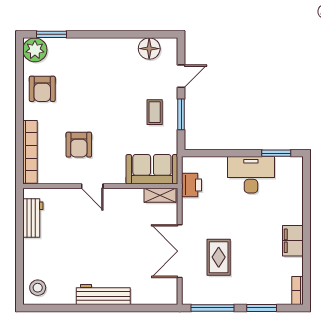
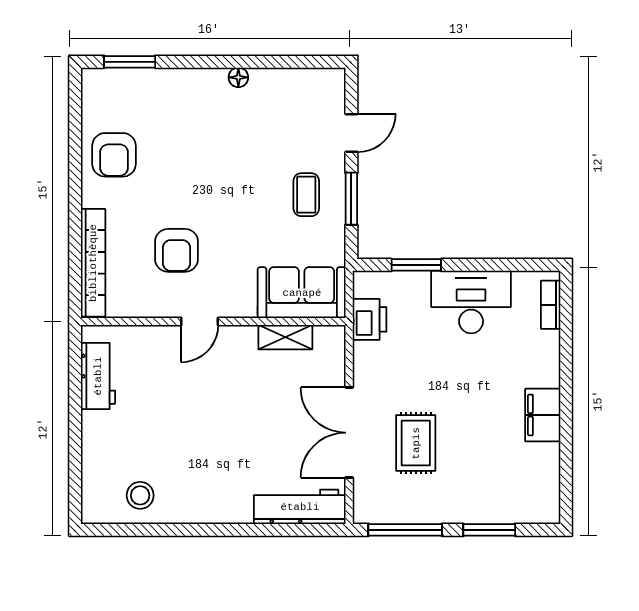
floor lamp: (149, 49) -> (238, 77), moved, width x0.53, depth x0.53
plant: (35, 50) -> (101, 88), removed
window: (276, 153) -> (416, 265), moved
door: (92, 186) -> (200, 322), hinge flipped
shelving: (160, 195) -> (285, 337), moved
stool: (38, 288) -> (140, 495), moved
bookcase: (297, 291) -> (551, 305), moved
workbench: (103, 295) -> (300, 507), moved

